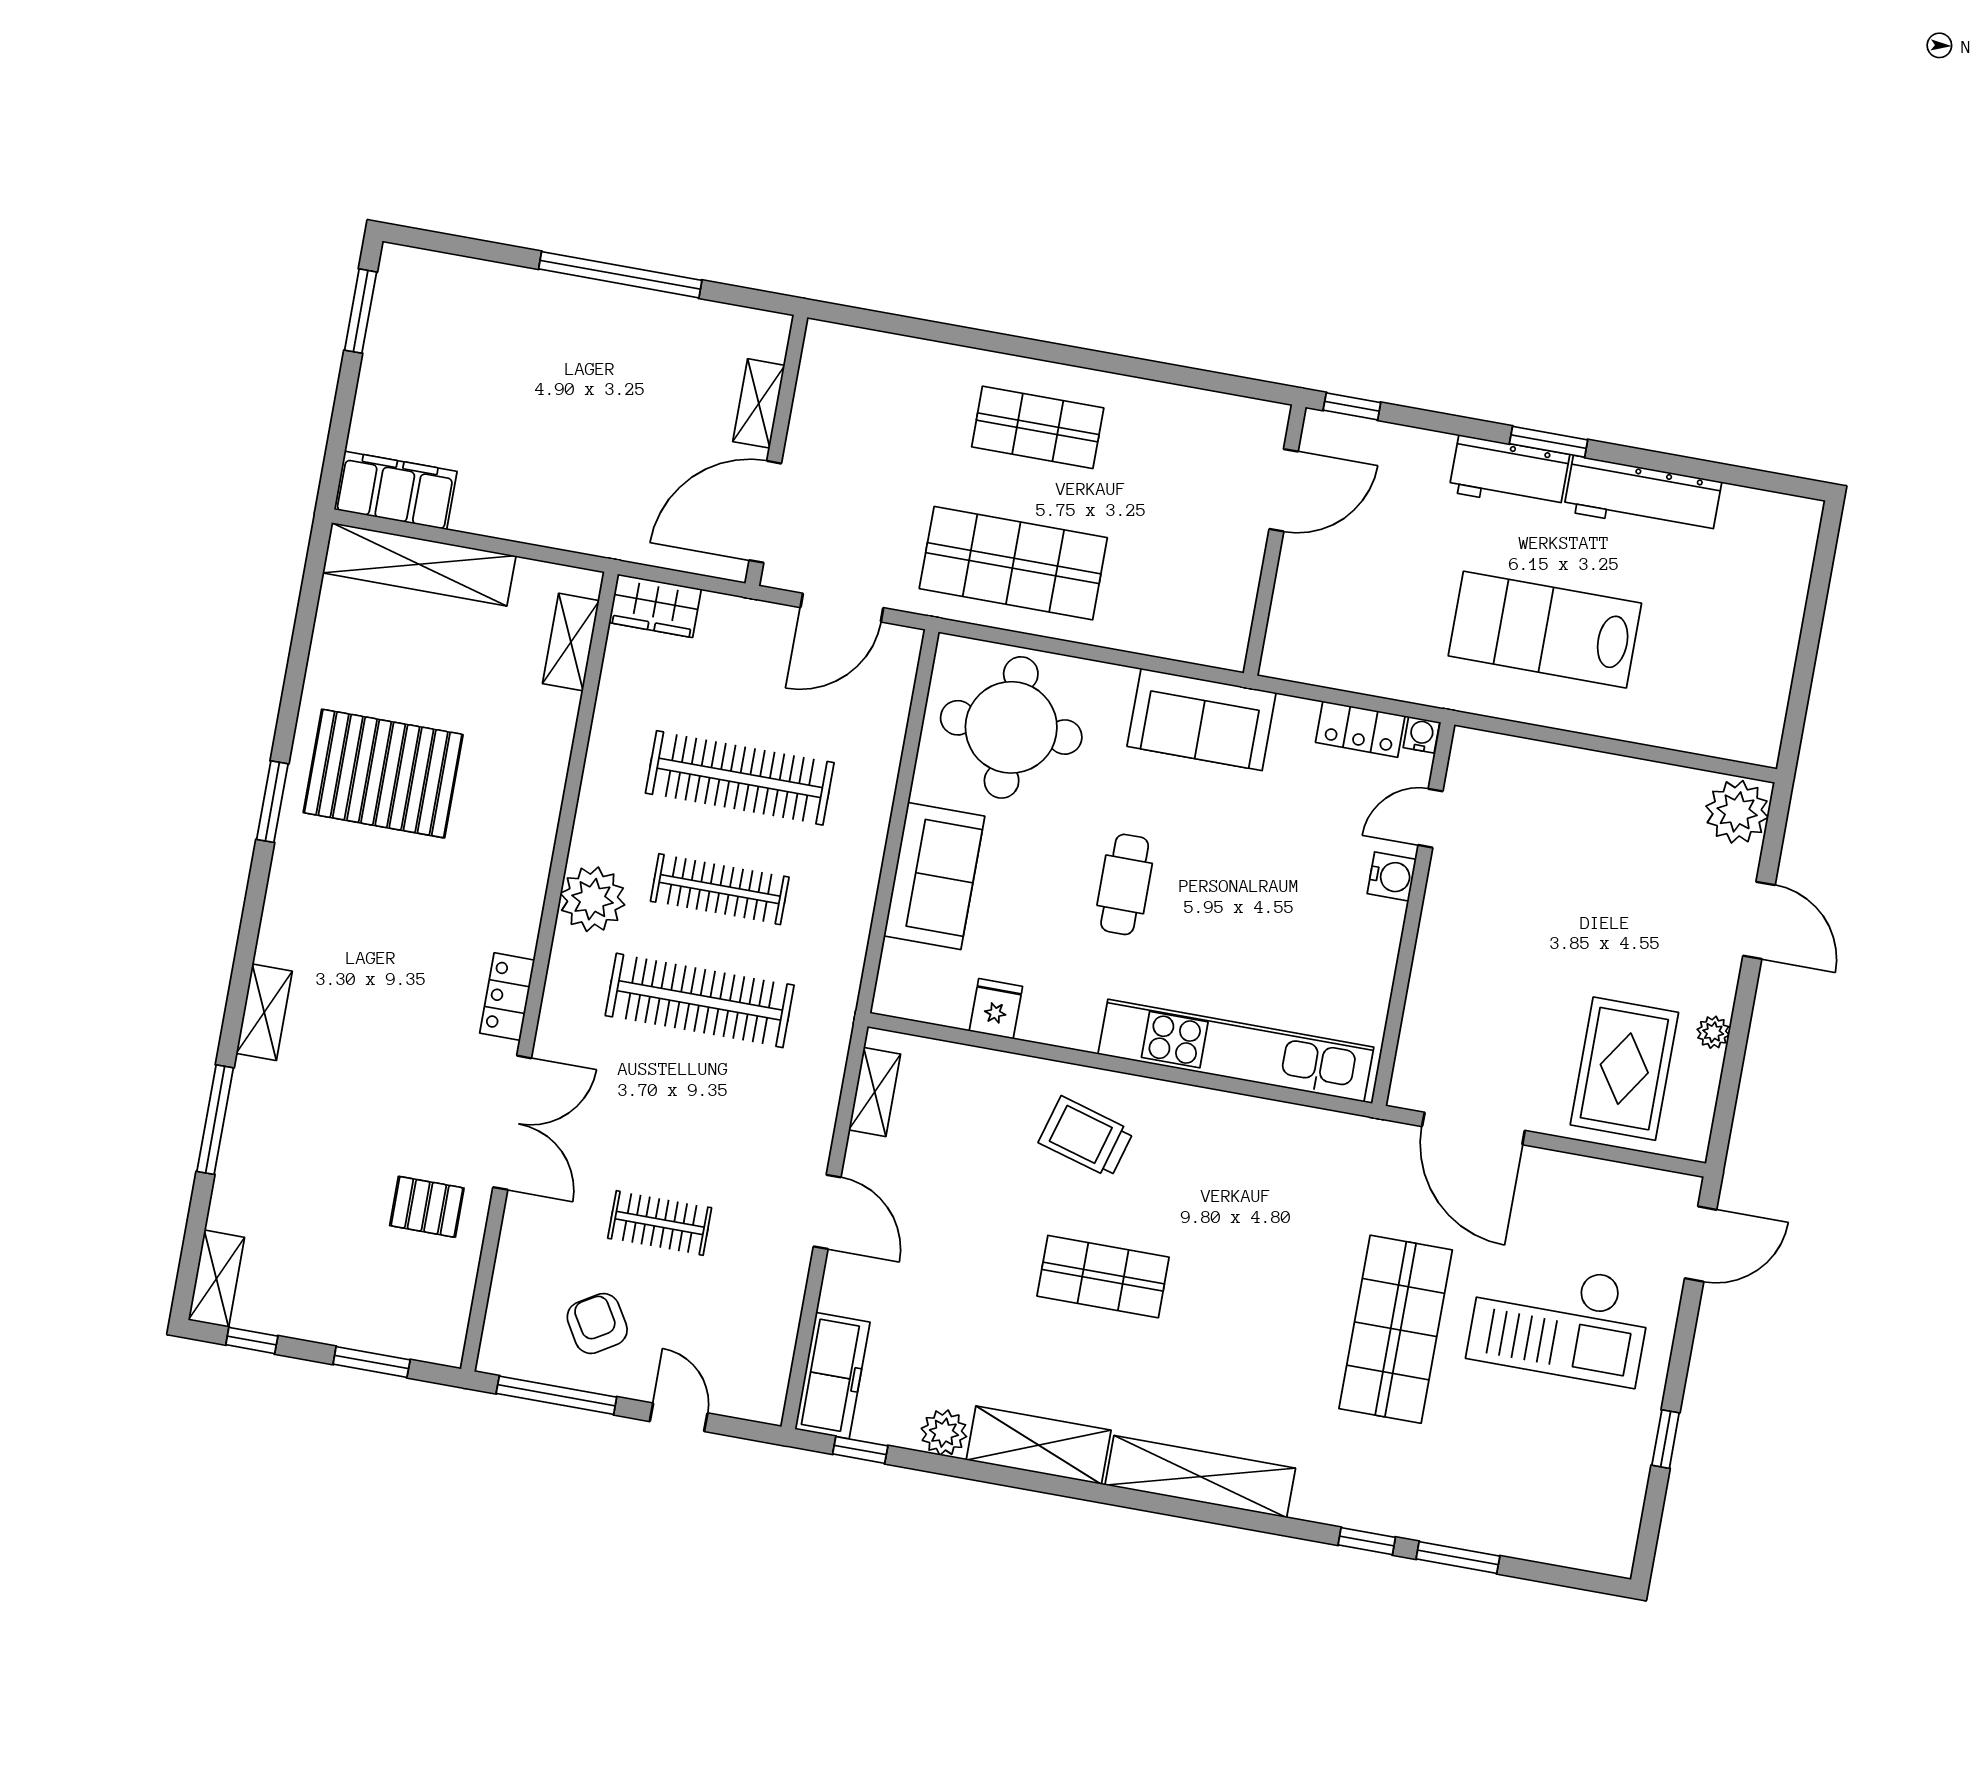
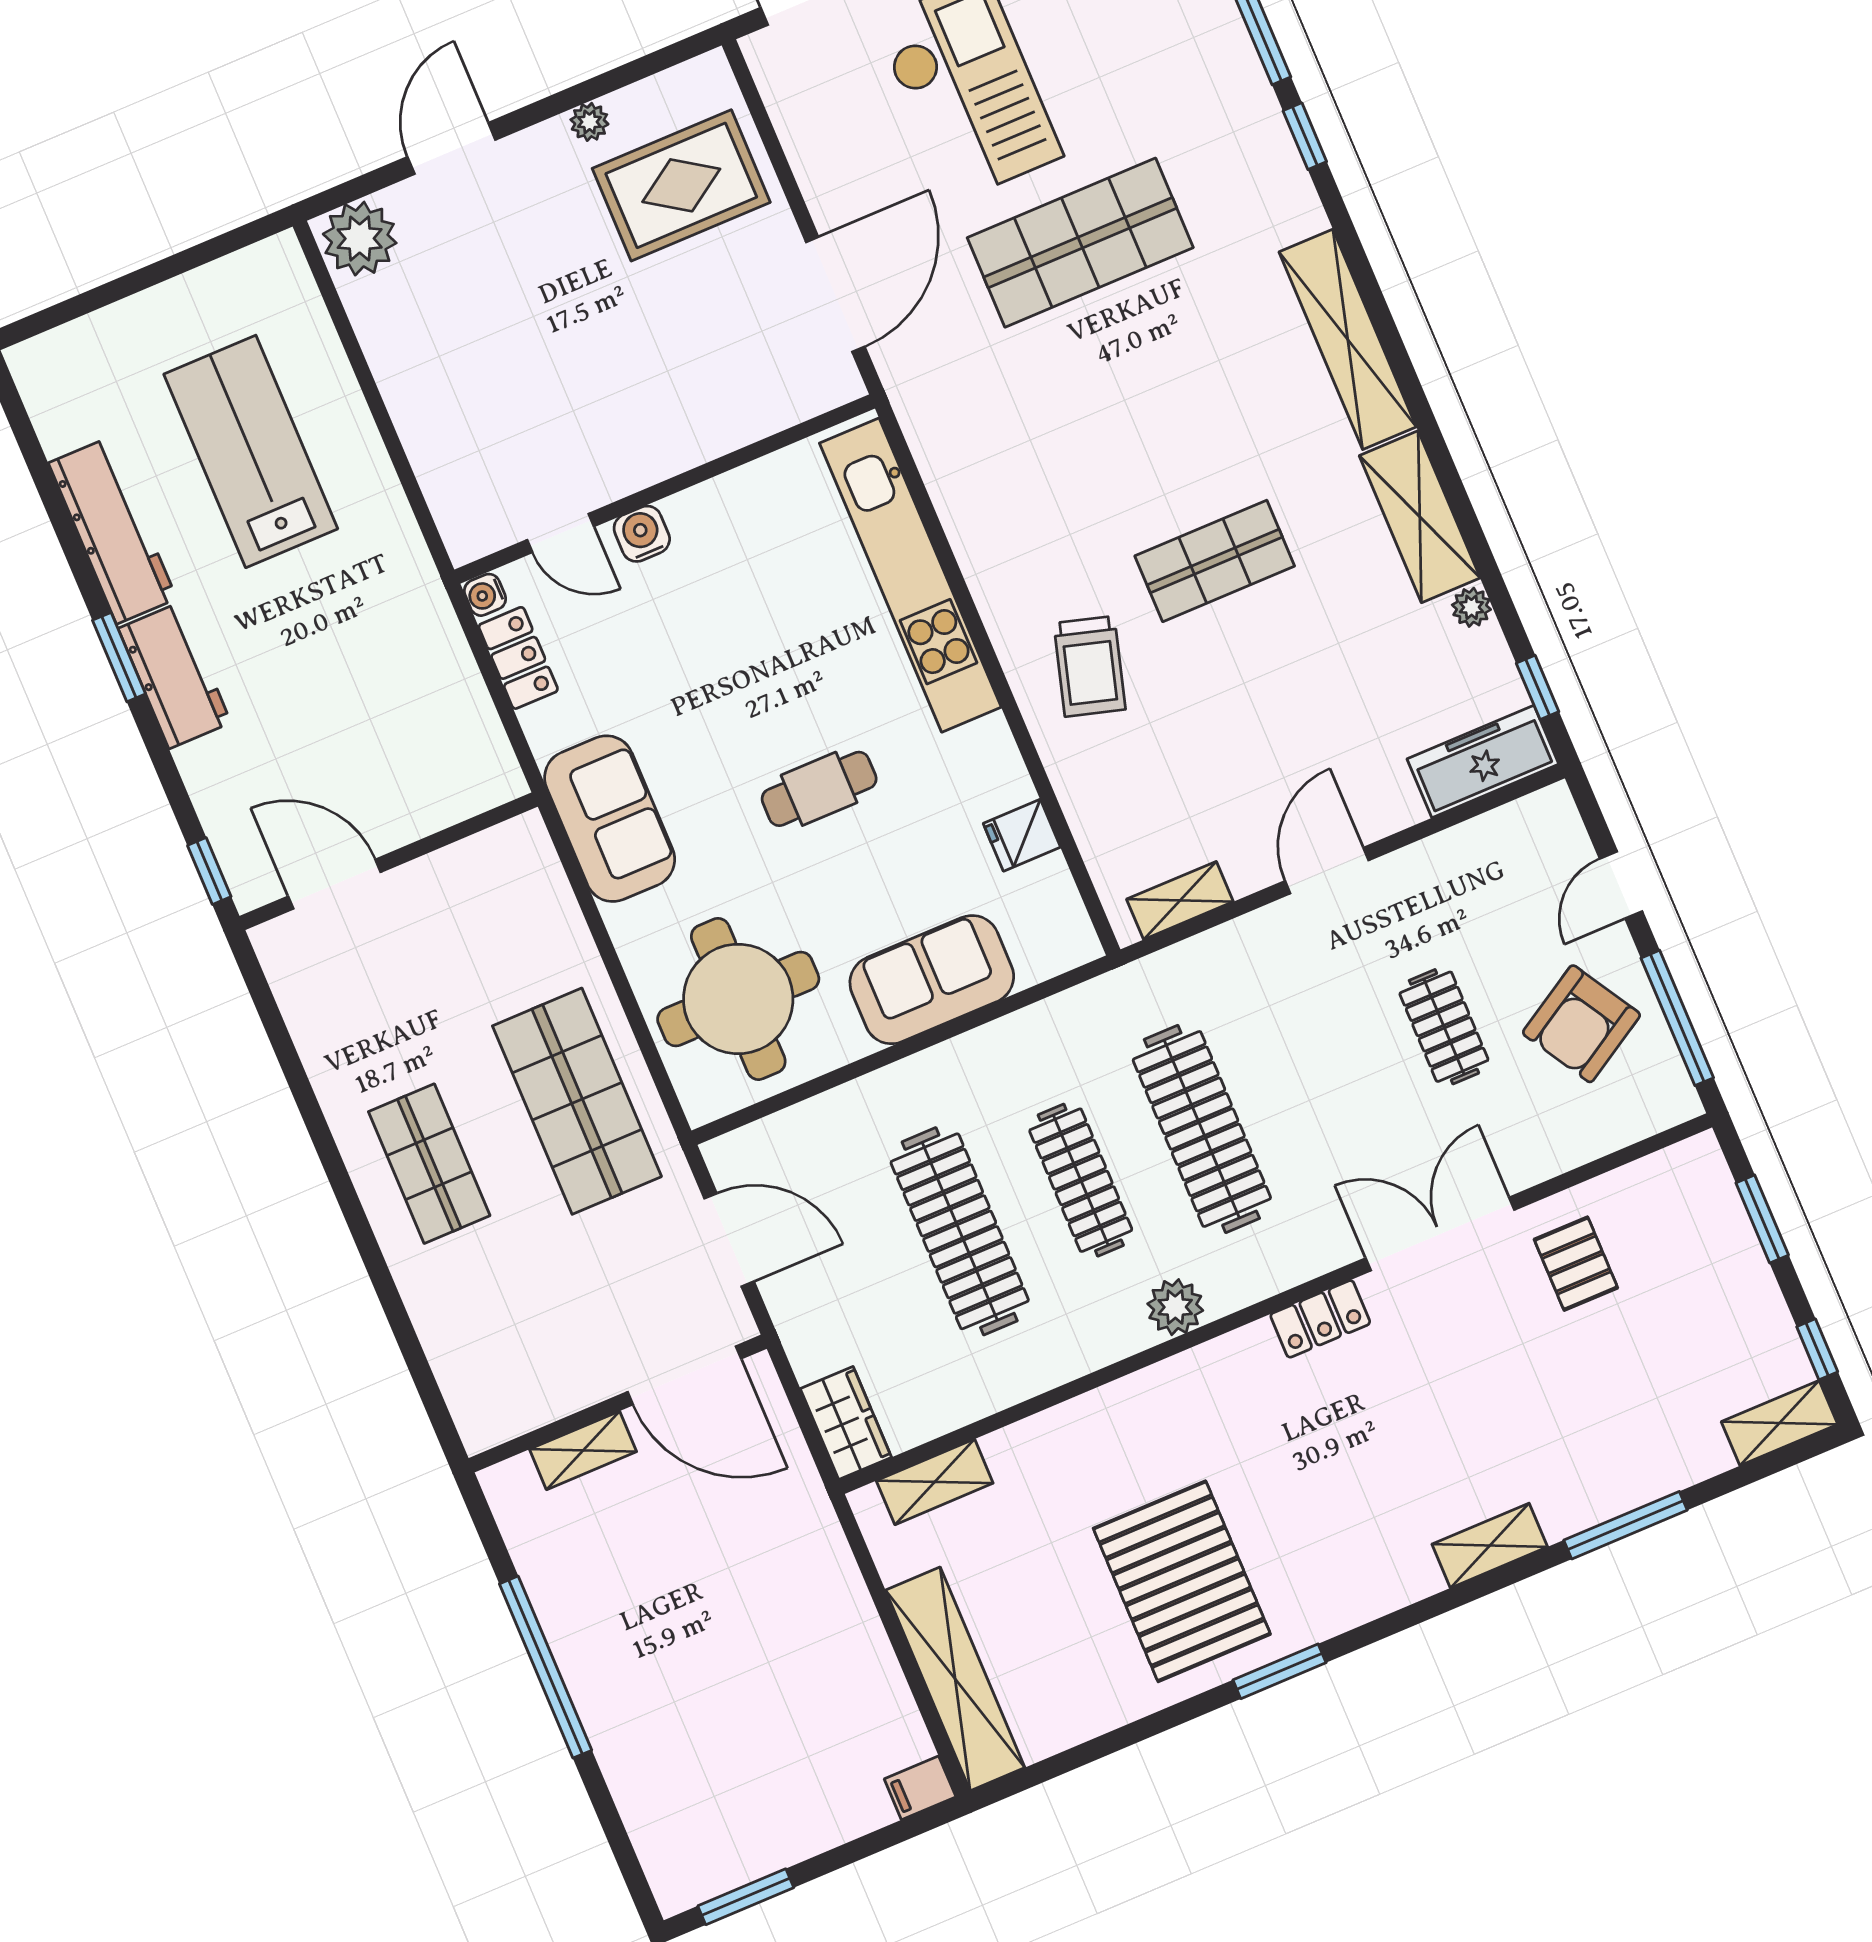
filing cabinet: (396, 490) -> (920, 1788), width x0.33, depth x0.86
lab bench: (1545, 630) -> (251, 451), moved, turned 180
plant: (592, 899) -> (1175, 1307), width x0.73, depth x0.73
shop shelf: (1103, 1277) -> (1215, 561), turned 90
armchair: (597, 1323) -> (1581, 1024), width x1.38, depth x1.38
plant: (944, 1433) -> (1471, 607), width x0.73, depth x0.73

